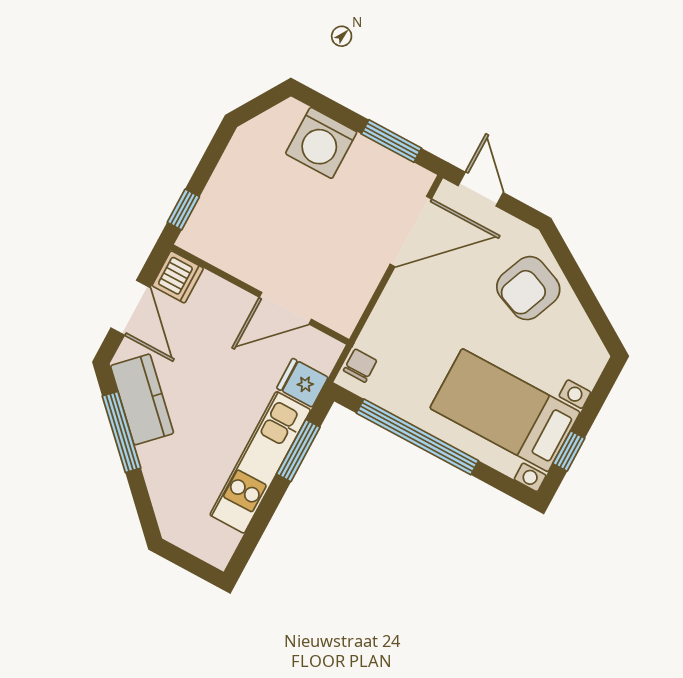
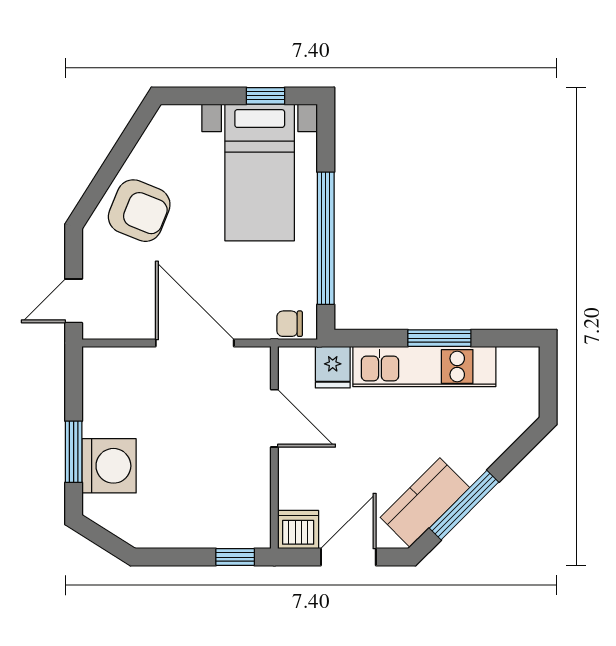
window: (391, 141) -> (74, 452), moved
door: (411, 232) -> (195, 343), moved
window: (298, 451) -> (439, 338), moved

